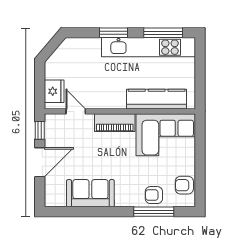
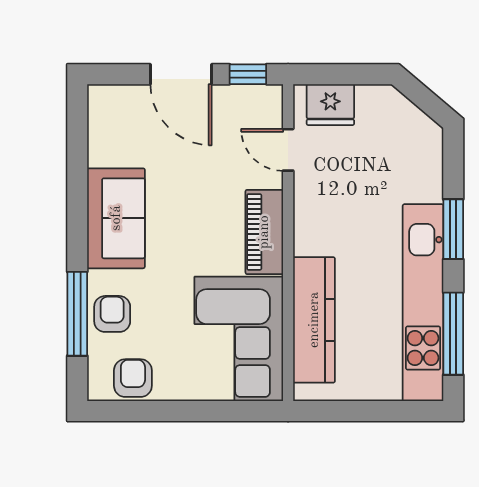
door: (76, 111) -> (288, 150), swing flipped
sofa: (90, 193) -> (116, 218), moved

